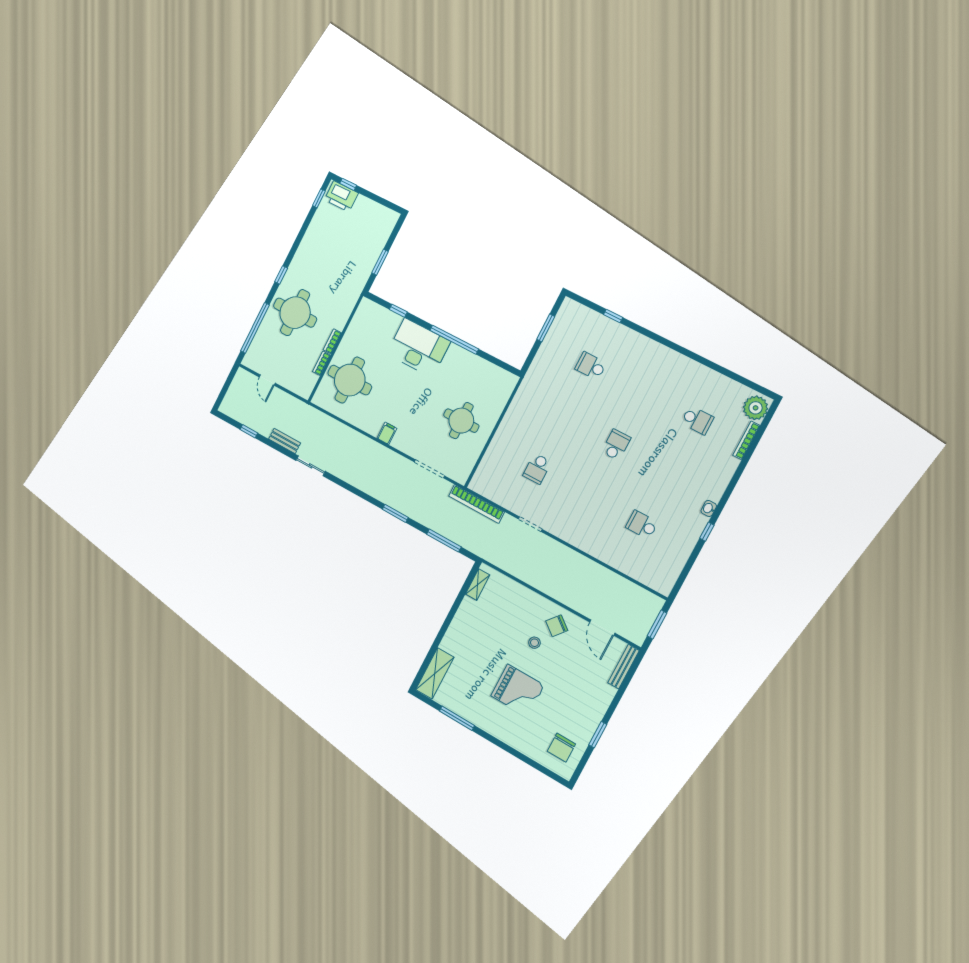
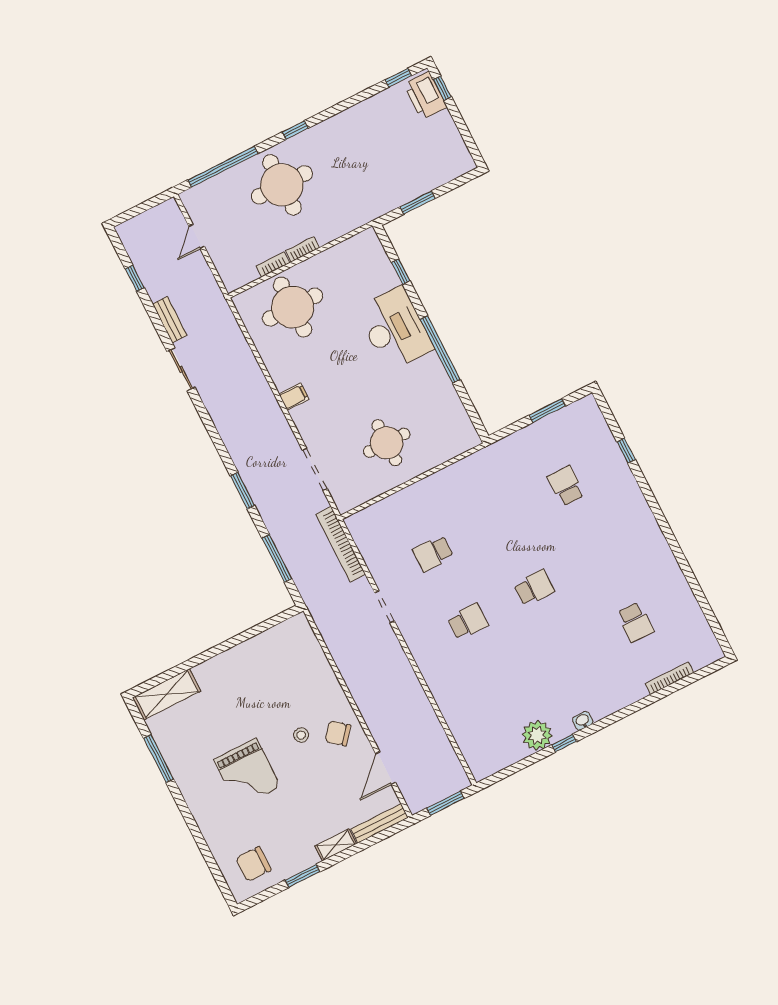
plant: (756, 408) -> (537, 735), moved
school desk: (642, 525) -> (468, 622), moved, turned 90
shelving: (478, 585) -> (336, 845), moved

